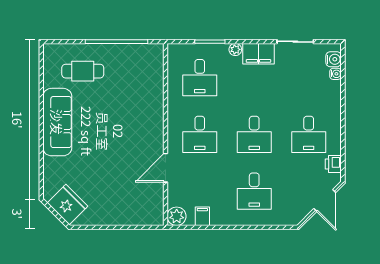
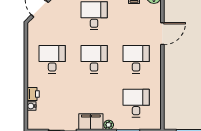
water cooler: (334, 59) -> (33, 117), removed
printer: (333, 164) -> (33, 94), moved

